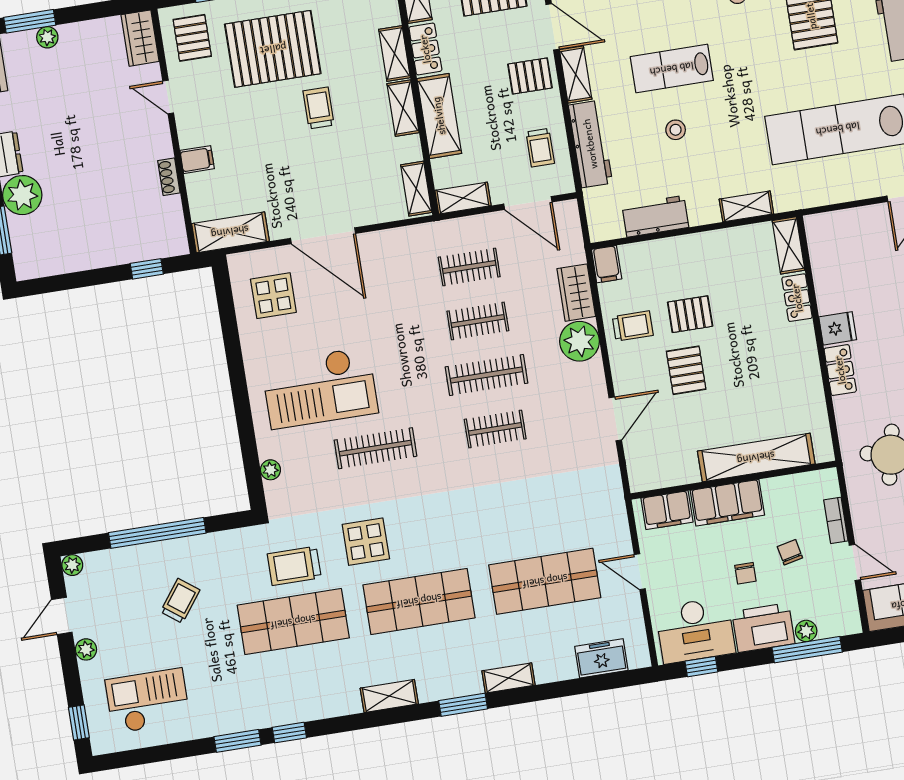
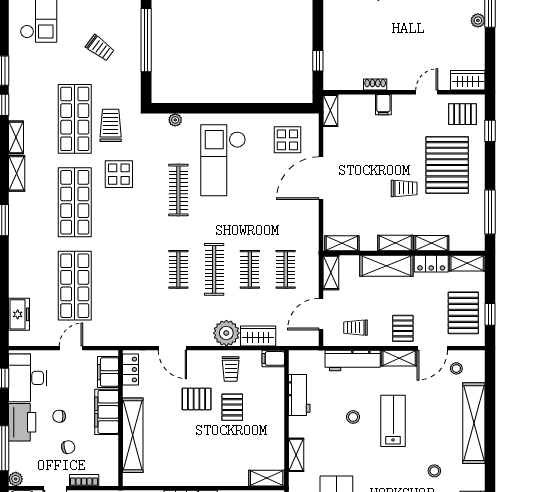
shelving: (230, 232) -> (330, 111), width x0.67, depth x0.75
locker: (797, 298) -> (130, 370), moved, turned 90
plant: (806, 631) -> (16, 479), moved
shelving: (509, 678) -> (16, 137), moved

